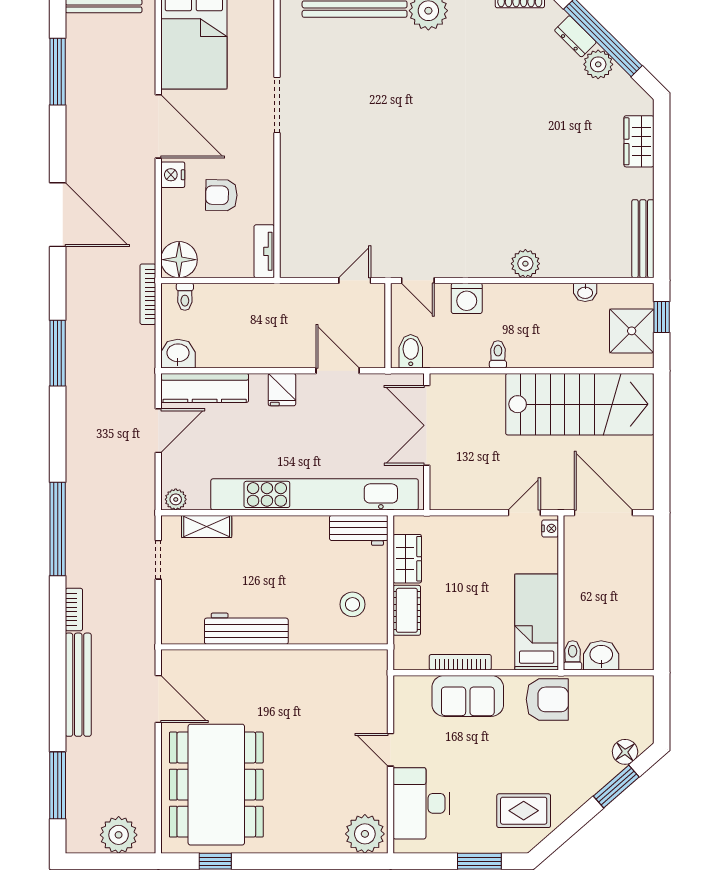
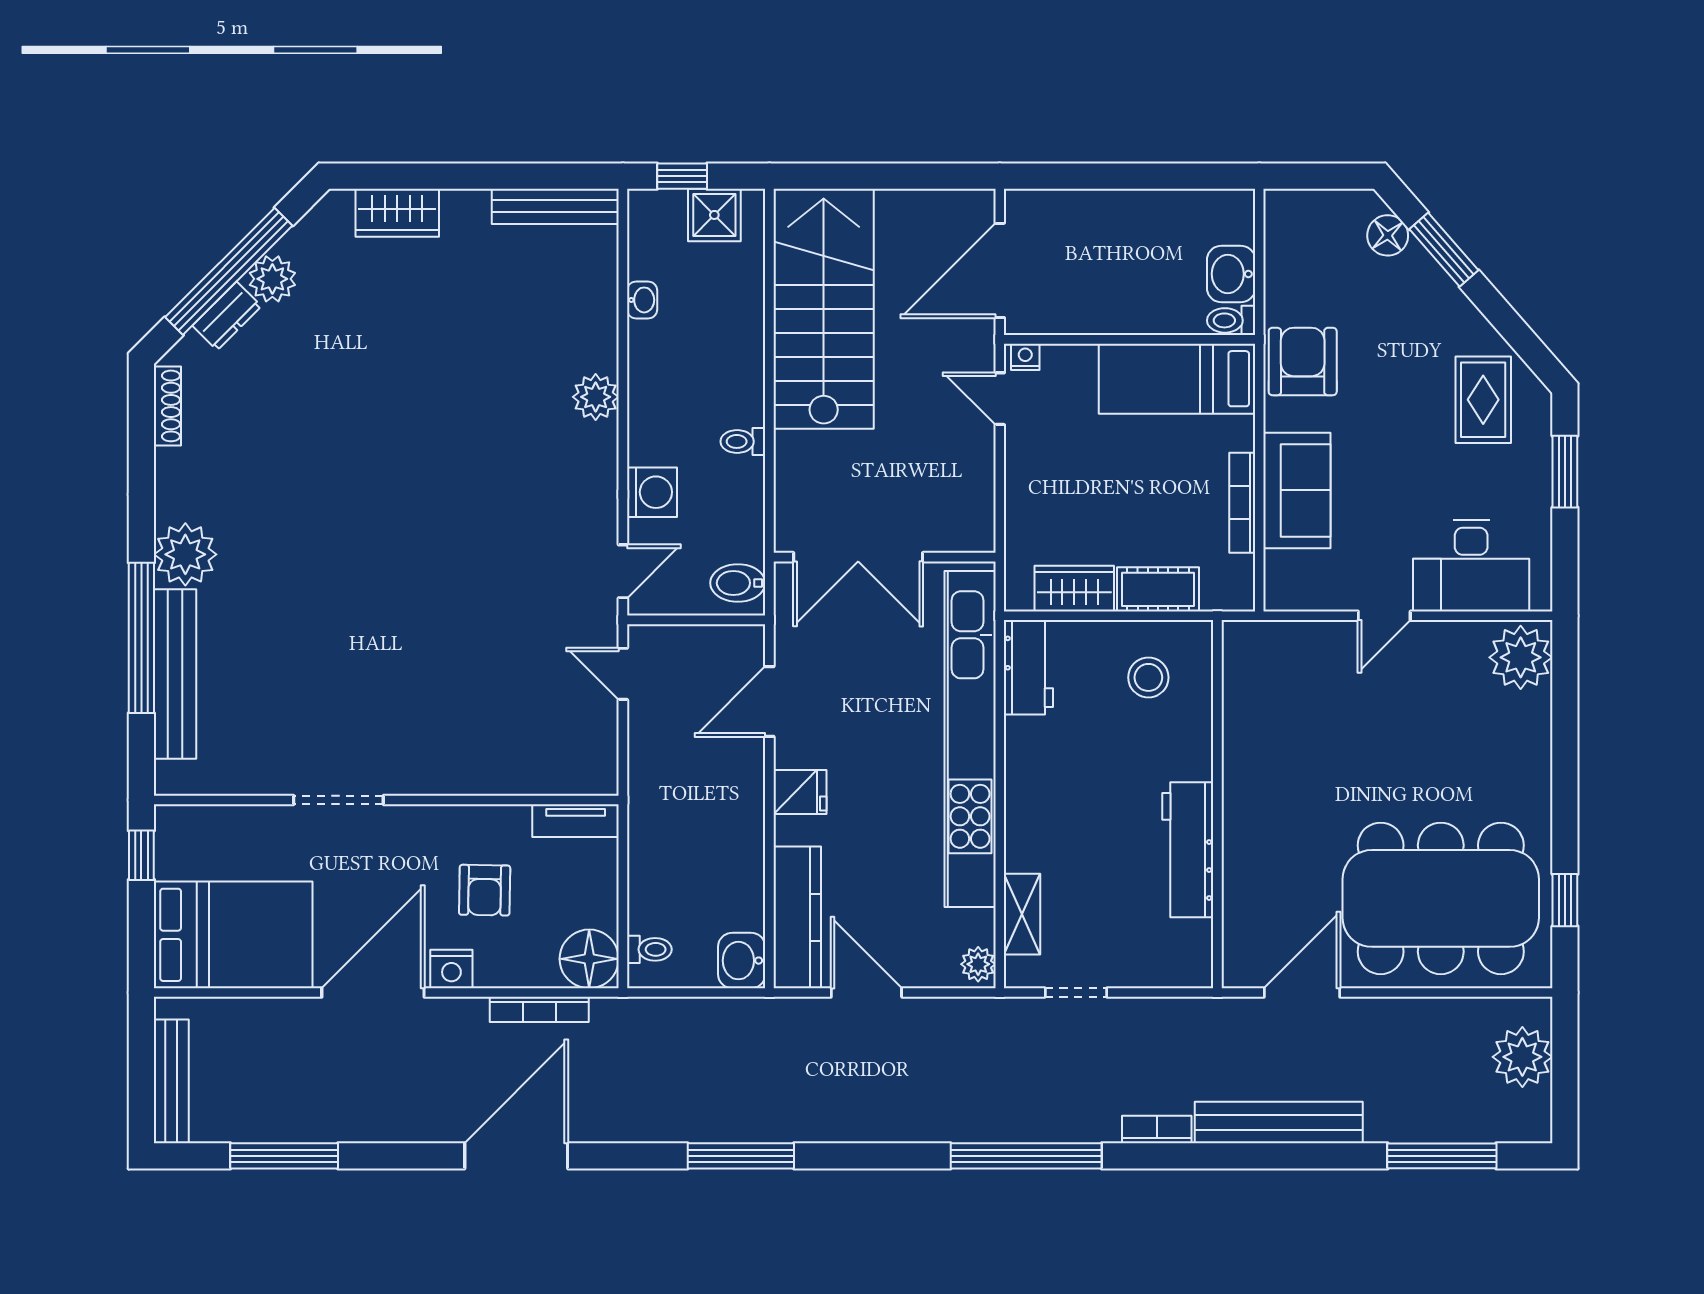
bookcase: (148, 294) -> (539, 1009), moved
shower: (632, 331) -> (714, 215), width x0.73, depth x0.73

